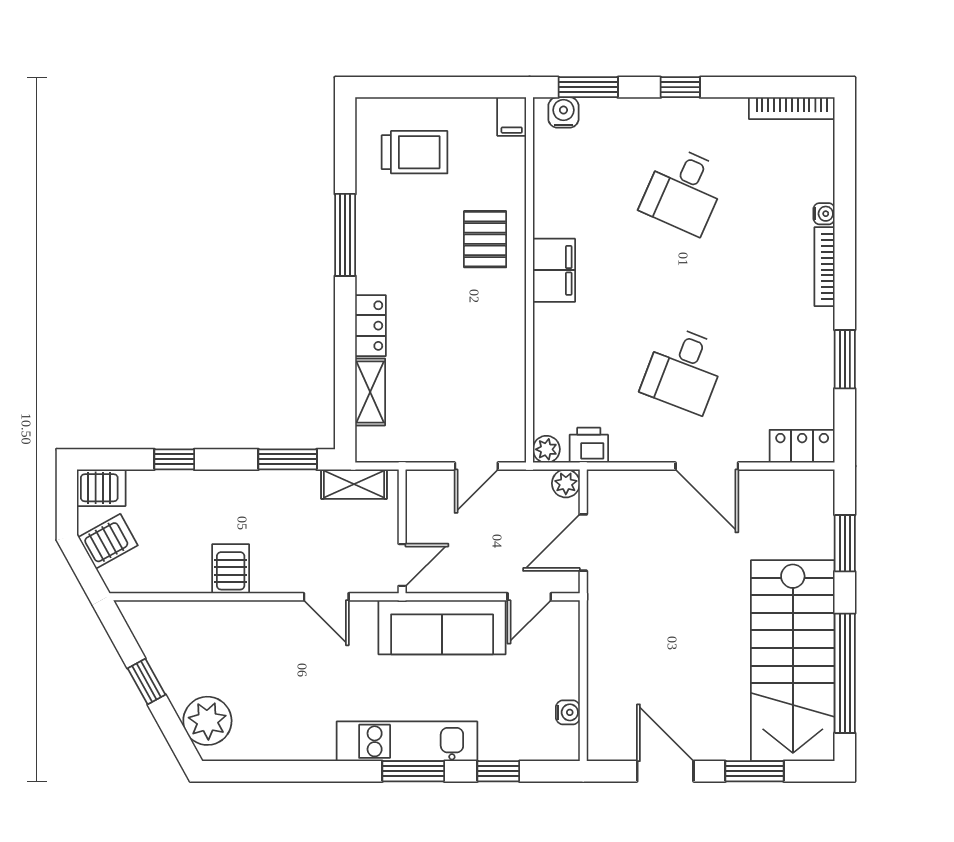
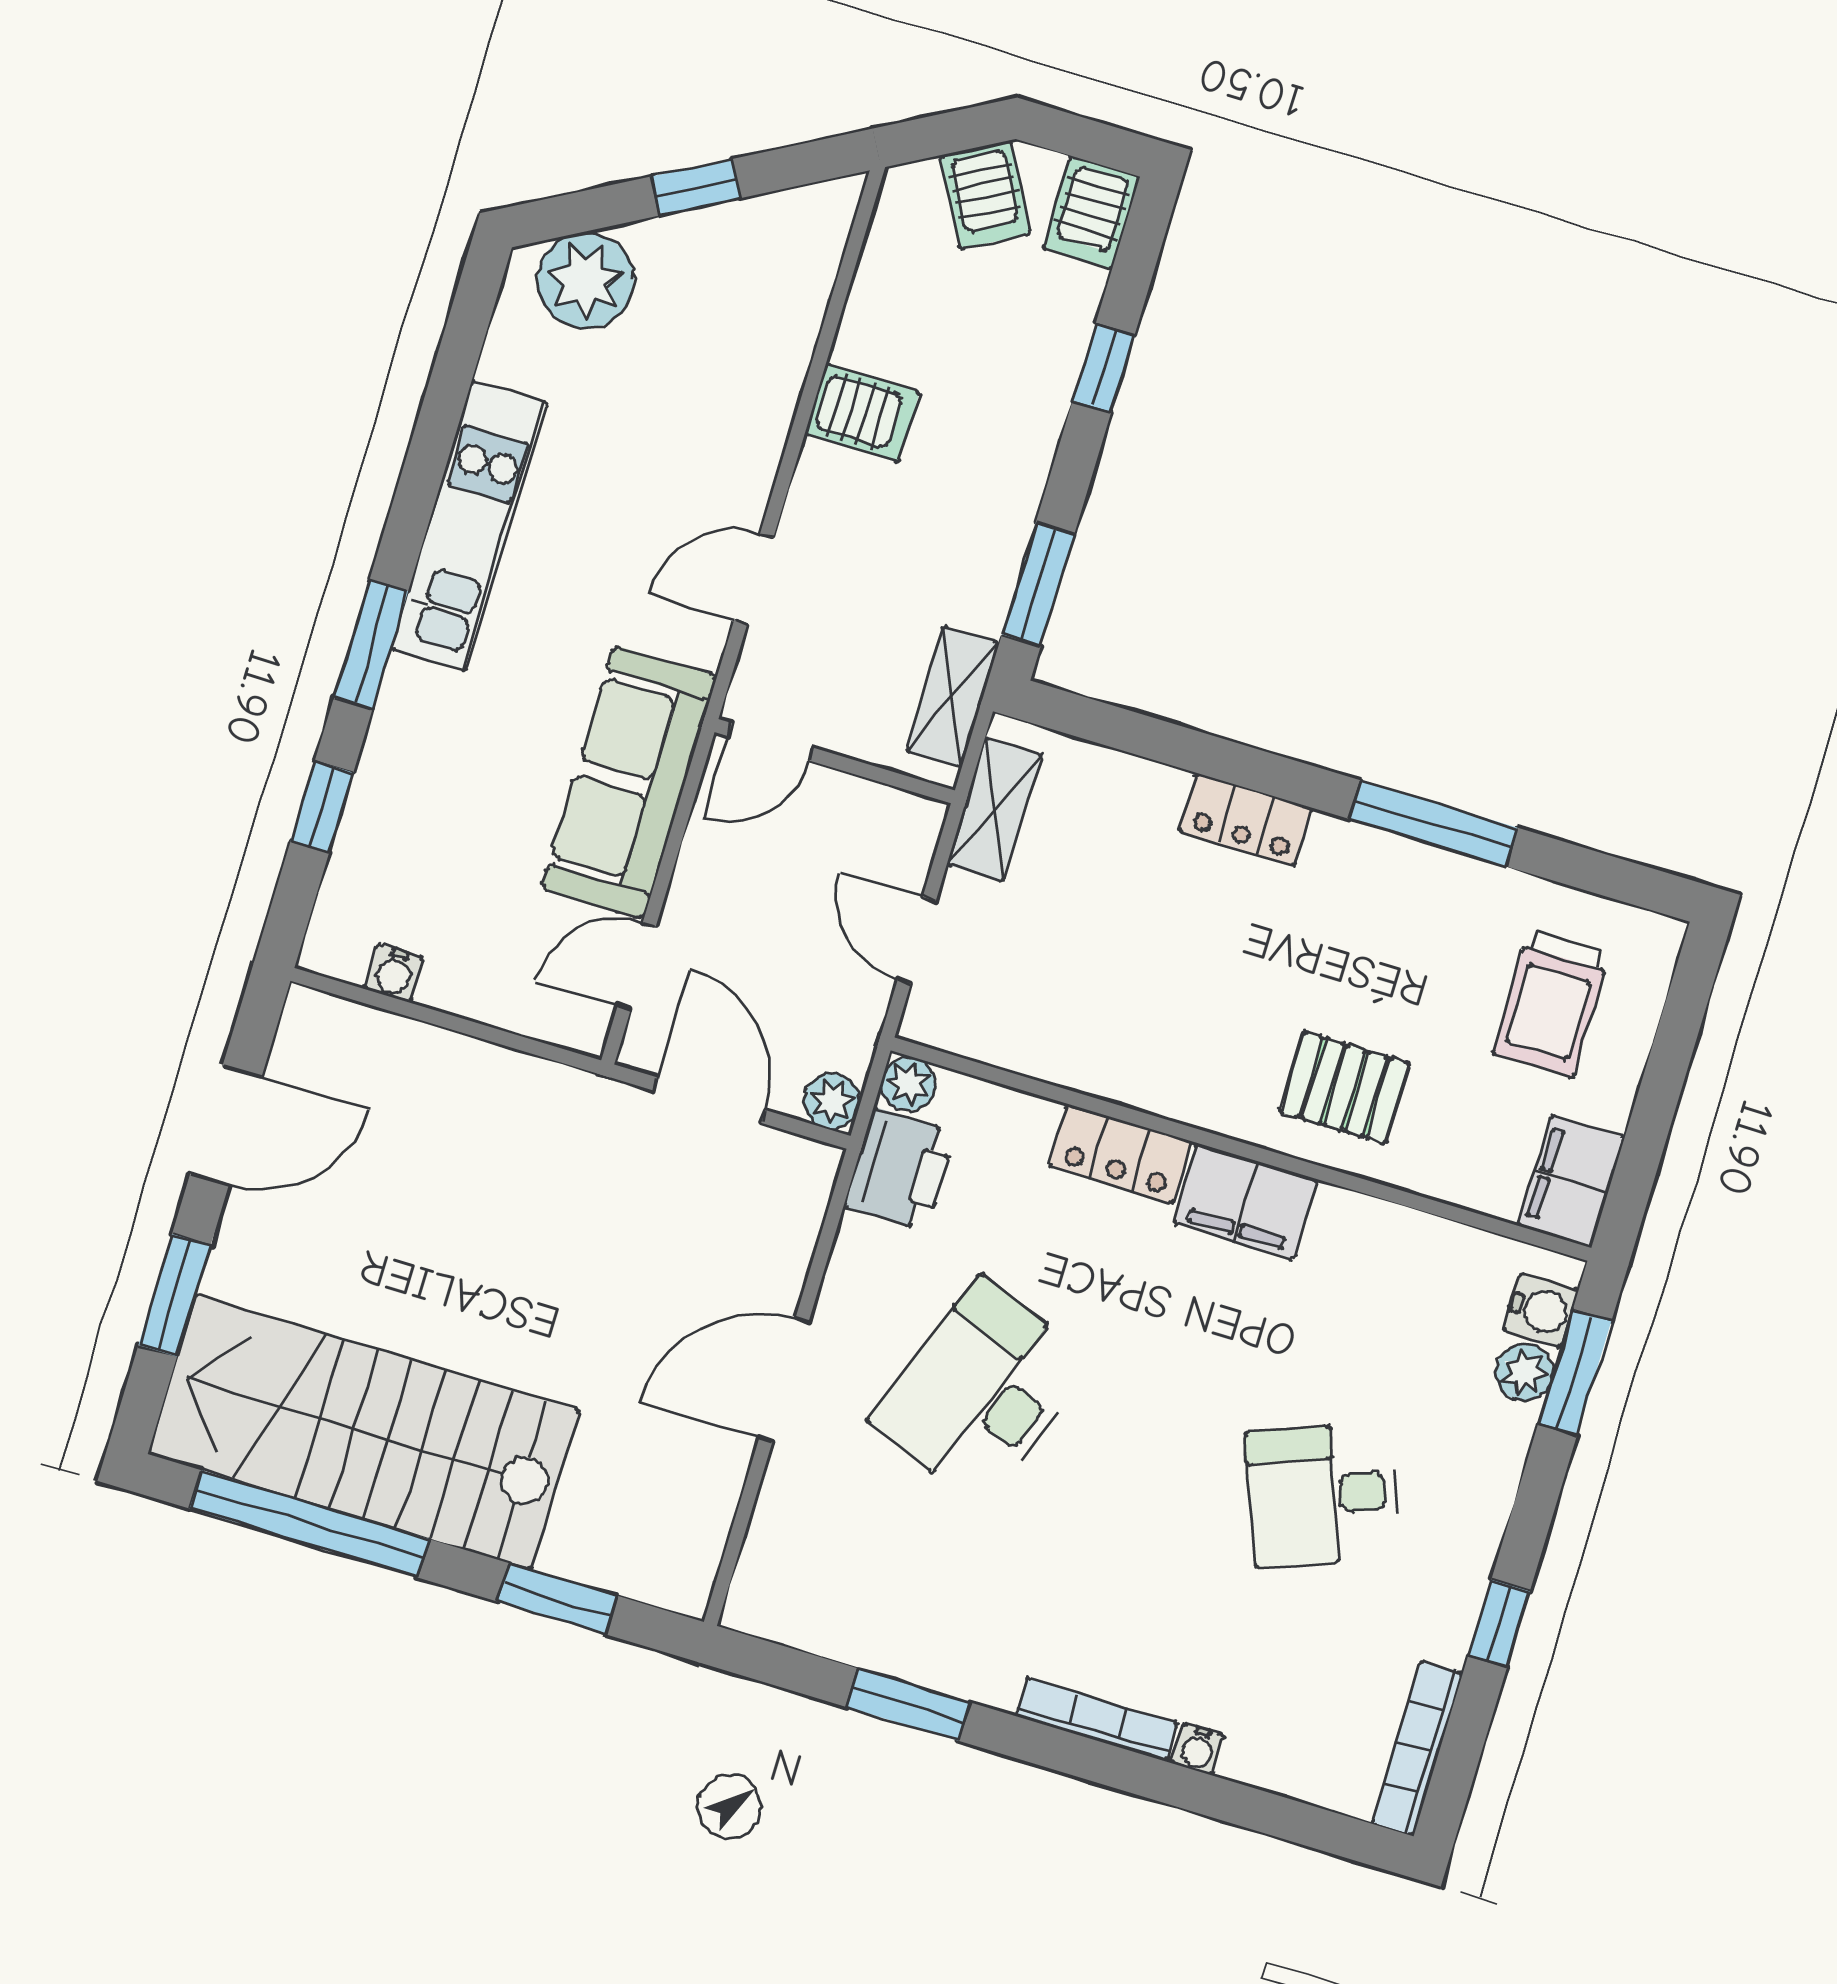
window: (680, 87) -> (1499, 1623), moved
plant: (596, 112) -> (1524, 1372), added
filing cabinet: (512, 117) -> (1571, 1182), width x2.00
desk: (684, 190) -> (1323, 1495), turned -45
desk: (684, 370) -> (981, 1392), width x1.37
shelving: (370, 392) -> (994, 810), moved, turned 90
printer: (589, 445) -> (900, 1169), width x1.36, depth x1.24
locker: (802, 446) -> (1120, 1154), moved, turned 90
door: (402, 565) -> (771, 742), hinge flipped
door: (529, 597) -> (637, 966), hinge flipped
kitchen unit: (407, 741) -> (469, 526), moved

